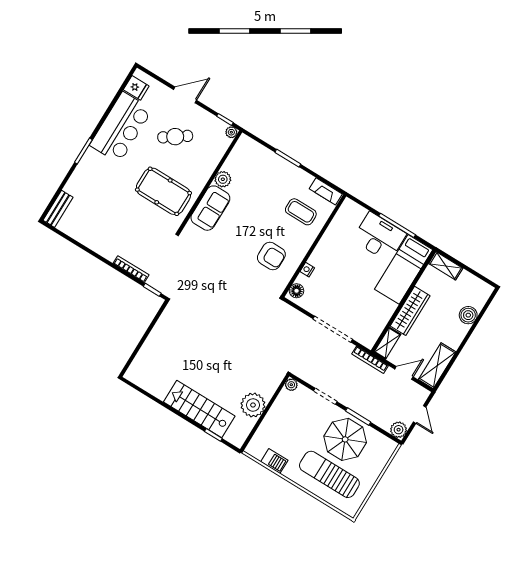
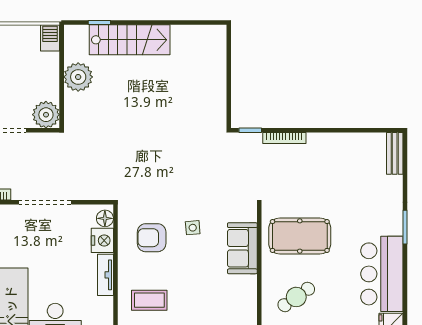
cafe table: (175, 137) -> (296, 297), moved
plant: (223, 179) -> (248, 285), removed
side table: (237, 245) -> (193, 228), added
tv unit: (321, 250) -> (105, 275), added
nightstand: (307, 270) -> (102, 240), width x1.89, depth x1.79
plant: (291, 385) -> (46, 115), width x1.88, depth x1.88
barbecue: (274, 461) -> (50, 38), moved, turned 90

